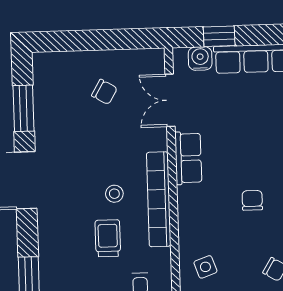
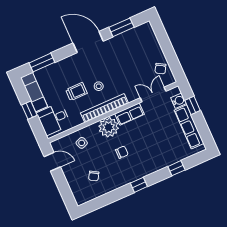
chair: (104, 92) -> (160, 69), moved
plant: (197, 206) -> (109, 127), added

